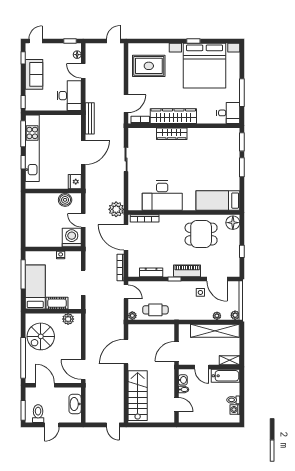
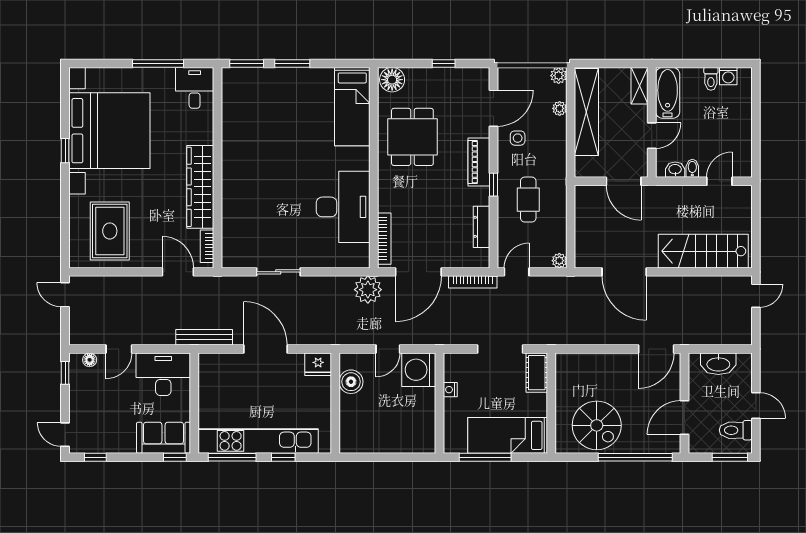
sofa: (34, 74) -> (163, 438), moved
wardrobe: (172, 134) -> (232, 190), removed
cot: (57, 303) -> (537, 373), moved
cafe table: (155, 310) -> (528, 200), moved
plant: (68, 319) -> (565, 376), removed

